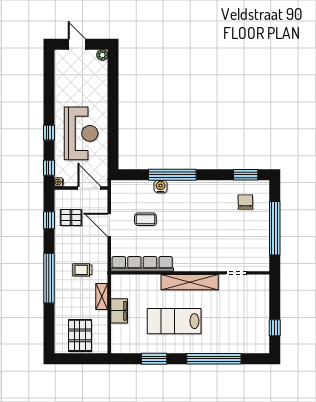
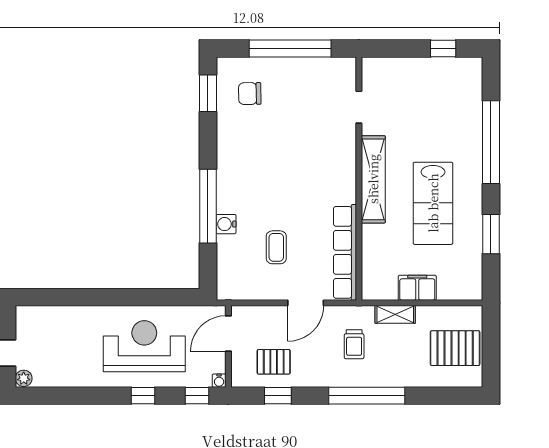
plant: (102, 55) -> (24, 378), moved
pallet: (71, 218) -> (274, 362), turned 90
door: (109, 225) -> (306, 303), moved

